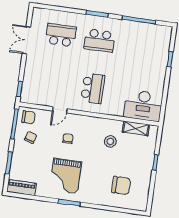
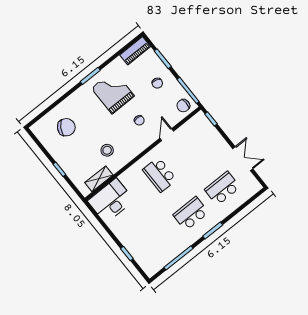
school desk: (61, 35) -> (222, 188), turned 180
chair: (31, 137) -> (157, 83), moved
chair: (121, 185) -> (66, 127), turned -149

